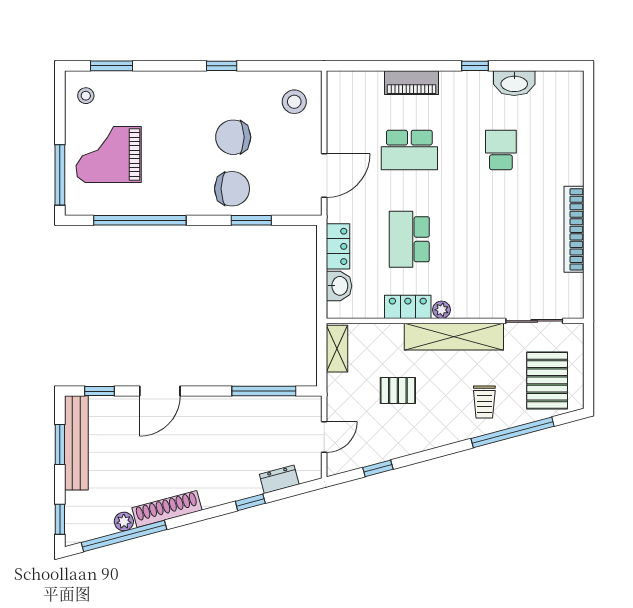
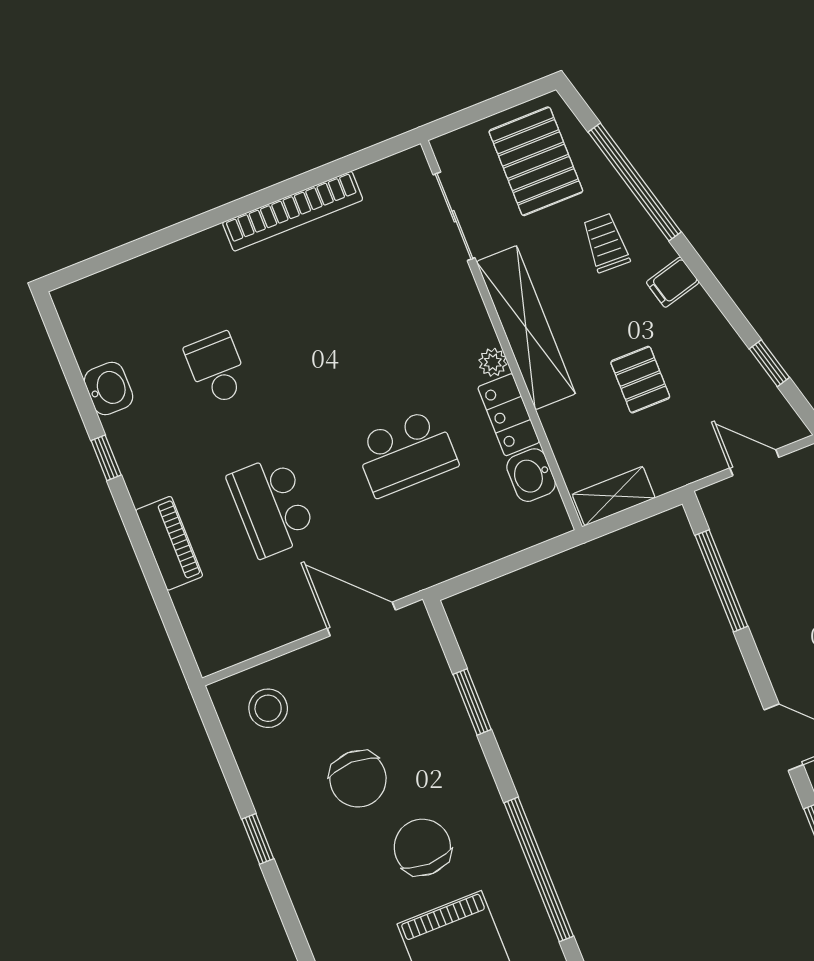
washbasin: (514, 83) -> (109, 389), width x0.72
school desk: (409, 150) -> (272, 506), turned 180
school desk: (501, 150) -> (217, 369), turned 90
chair: (232, 189) -> (422, 847), moved
locker: (338, 246) -> (459, 556), removed
washbasin: (339, 286) -> (531, 475), moved, turned -90
pallet: (547, 380) -> (536, 161), turned 90
trolley: (484, 402) -> (606, 243), turned -88
filing cabinet: (446, 431) -> (673, 282), added

